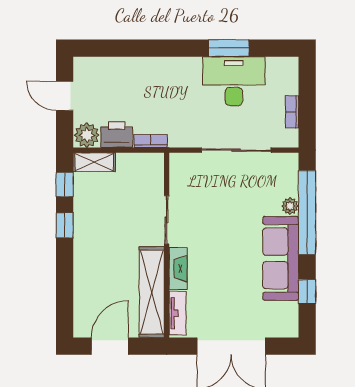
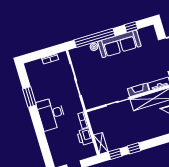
desk: (234, 81) -> (51, 114), moved
plant: (87, 135) -> (89, 151), removed

